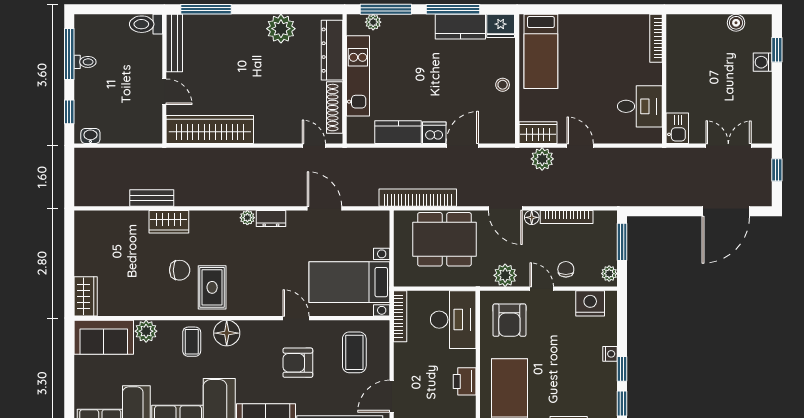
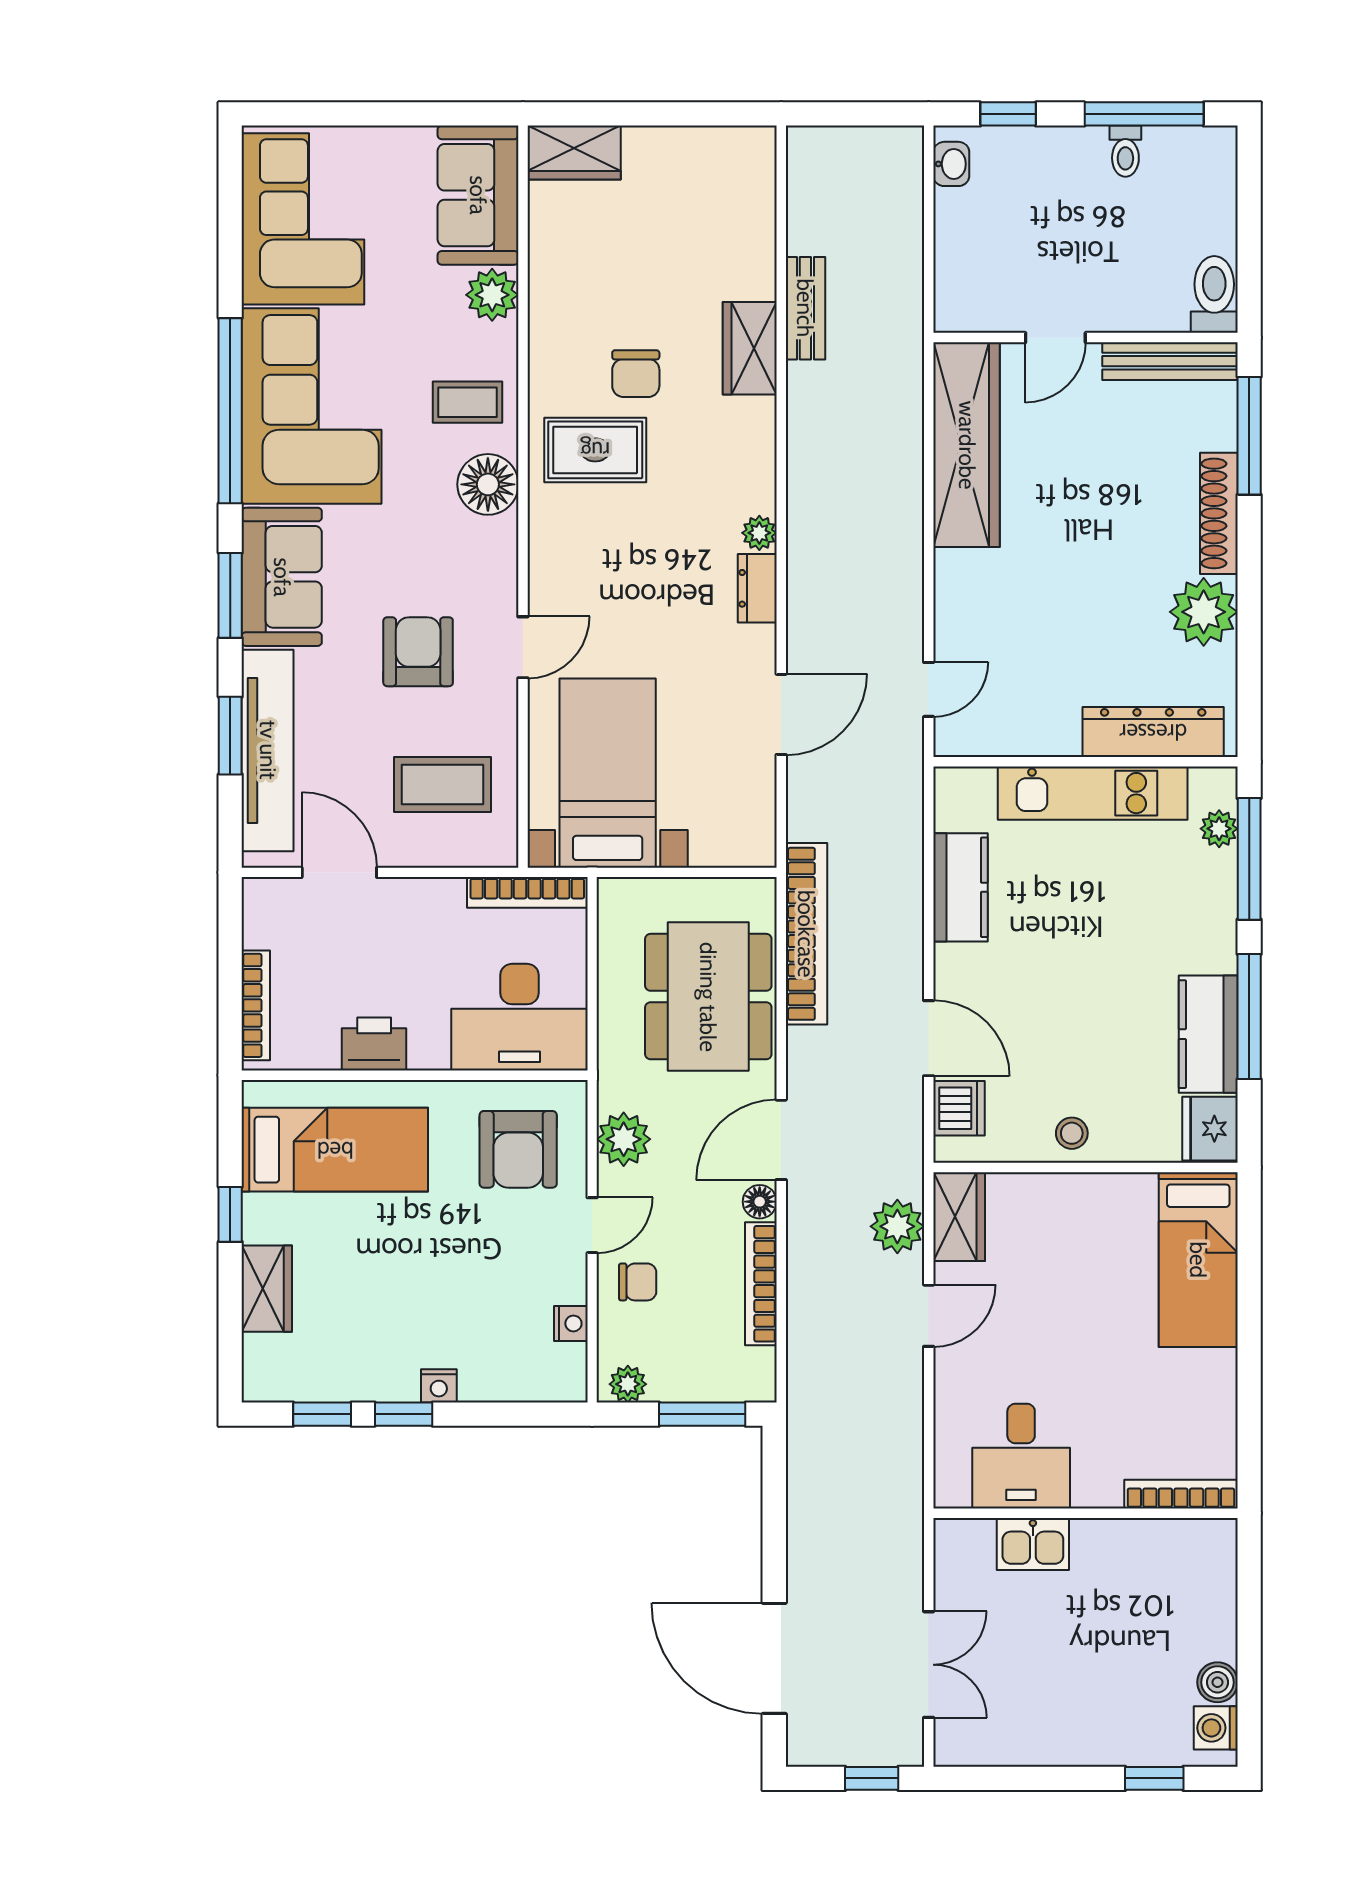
bed: (541, 51) -> (1198, 1260), moved, turned -90
washing machine: (763, 62) -> (1216, 1728), moved, turned -90
shoe rack: (335, 108) -> (1219, 513), moved, turned -90
kitchen sink: (677, 128) -> (1033, 1544), moved
dishwasher: (434, 133) -> (959, 1108), moved
nightstand: (590, 303) -> (571, 1323), width x0.53, depth x0.56
armchair: (509, 320) -> (518, 1149), turned -90

